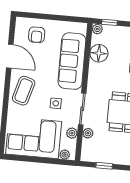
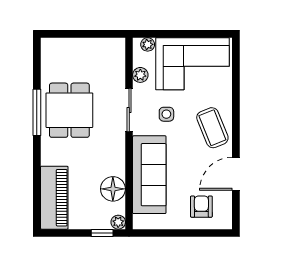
door: (10, 56) -> (236, 174), hinge flipped
coffee table: (24, 91) -> (212, 128), turned -38
plant: (88, 133) -> (118, 77), removed
window: (104, 166) -> (92, 34), removed

